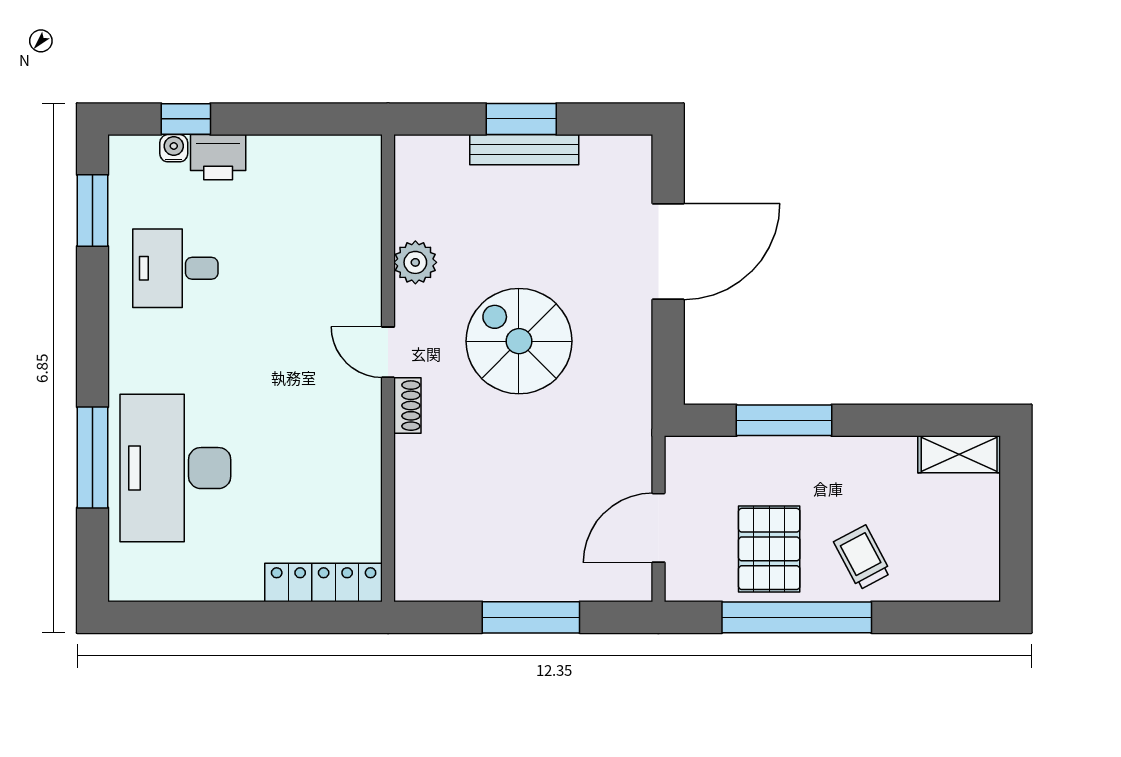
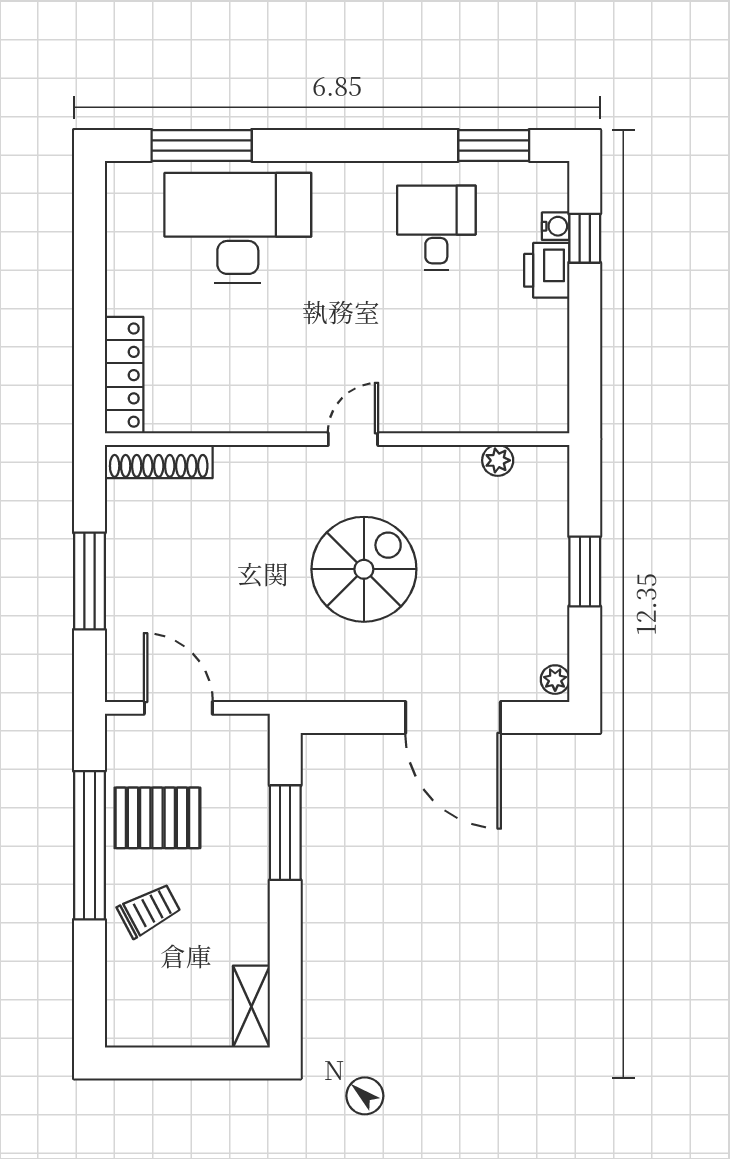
plant: (630, 149) -> (555, 680), added
bench: (524, 150) -> (554, 575), removed
plant: (415, 262) -> (498, 460), moved, width x0.73, depth x0.73
shoe rack: (407, 406) -> (159, 462), moved, width x1.94, depth x1.24
window: (92, 457) -> (202, 145), moved

